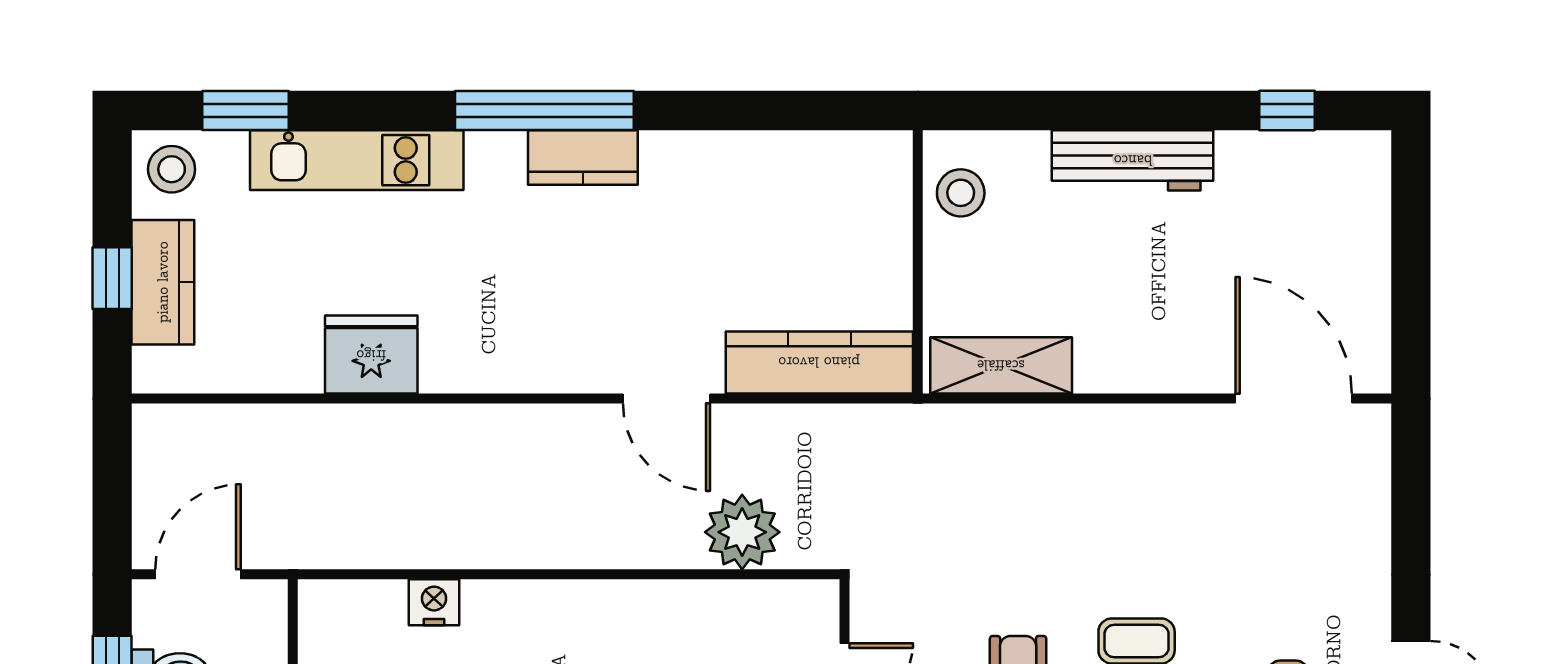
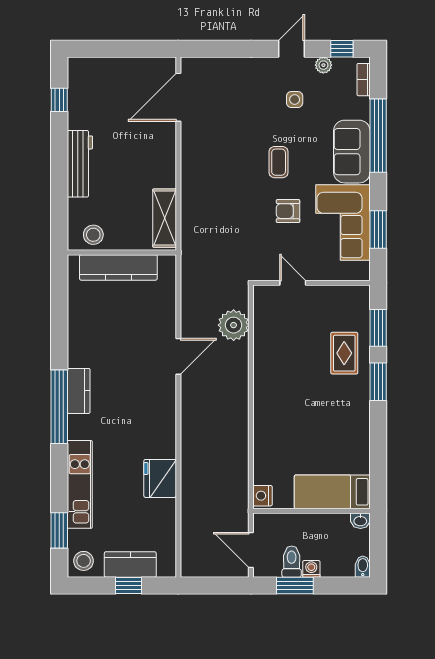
kitchen counter: (819, 362) -> (118, 267), moved, turned -90
nightstand: (434, 602) -> (263, 496), moved

